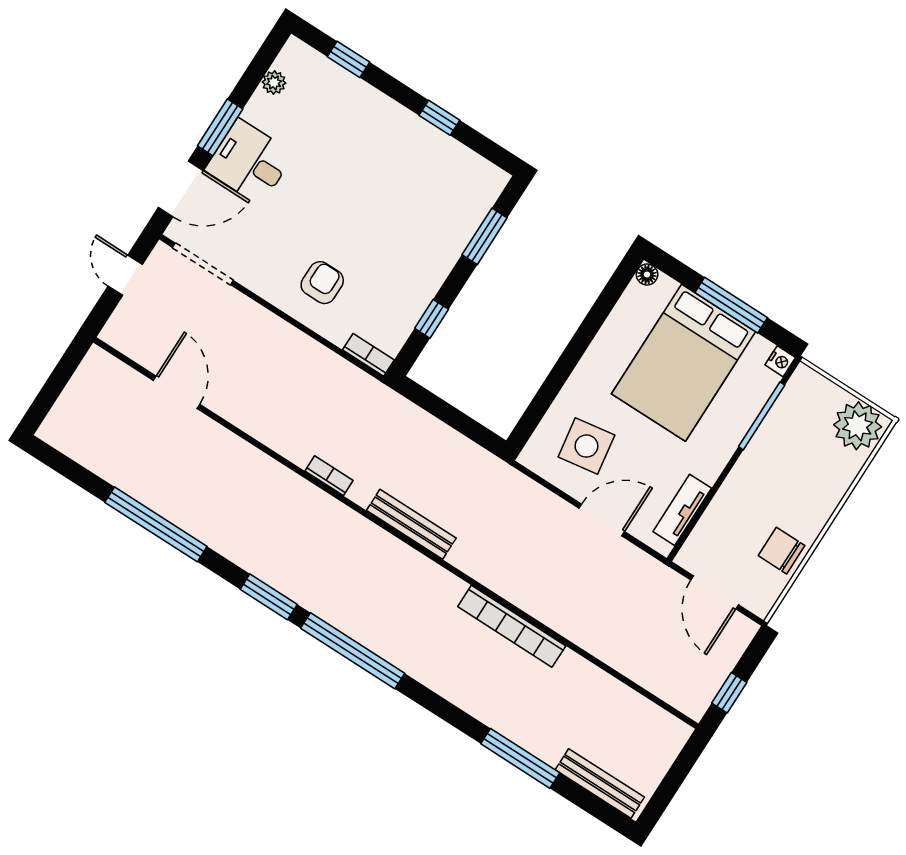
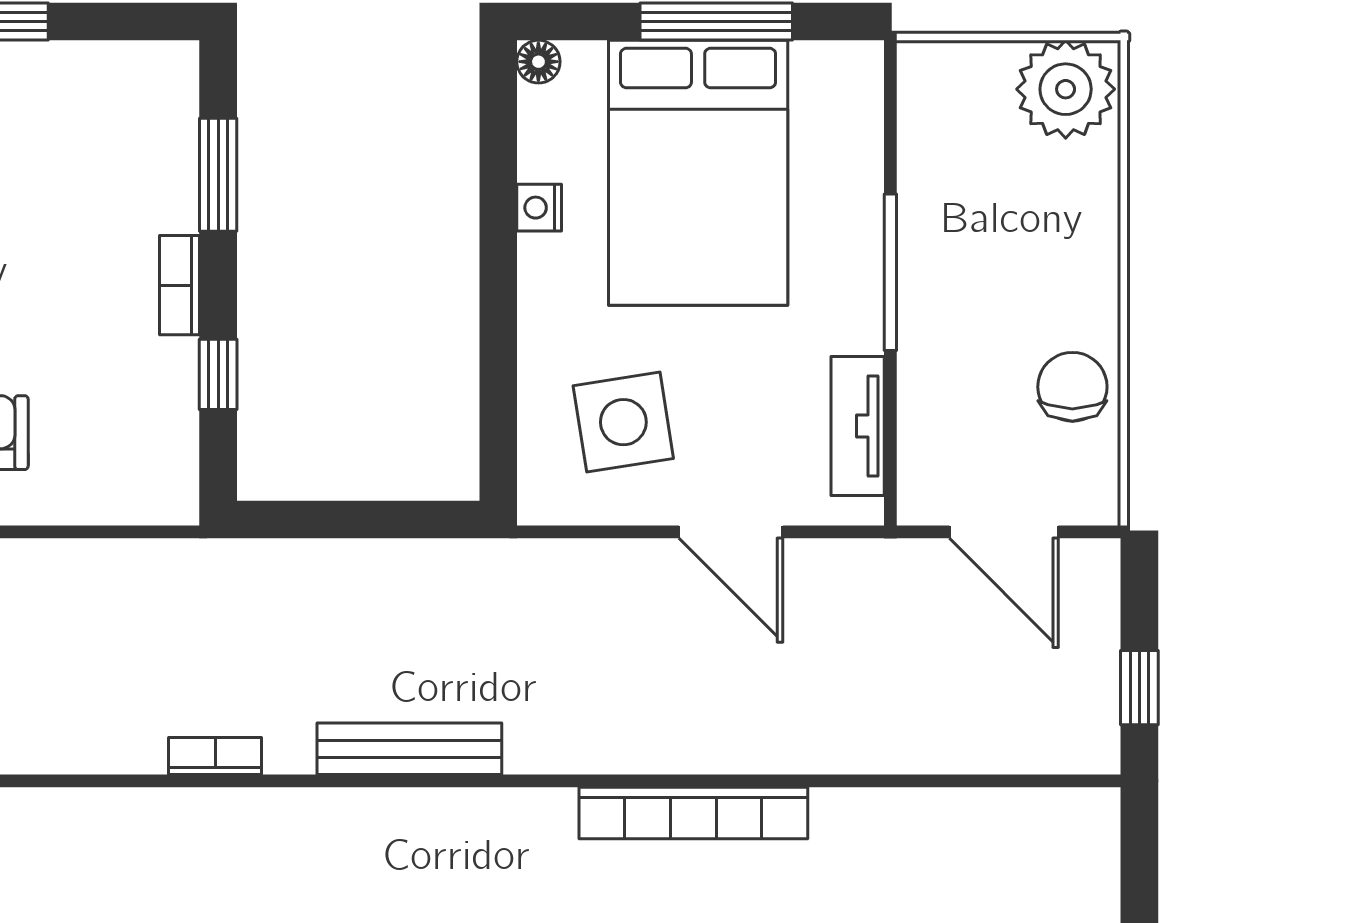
bookcase: (368, 355) -> (180, 285), moved, turned -90
nightstand: (780, 361) -> (539, 208), moved, turned 180
window: (762, 416) -> (890, 272), moved
door: (602, 520) -> (731, 532), swing flipped
chair: (781, 551) -> (1072, 387), turned 90

